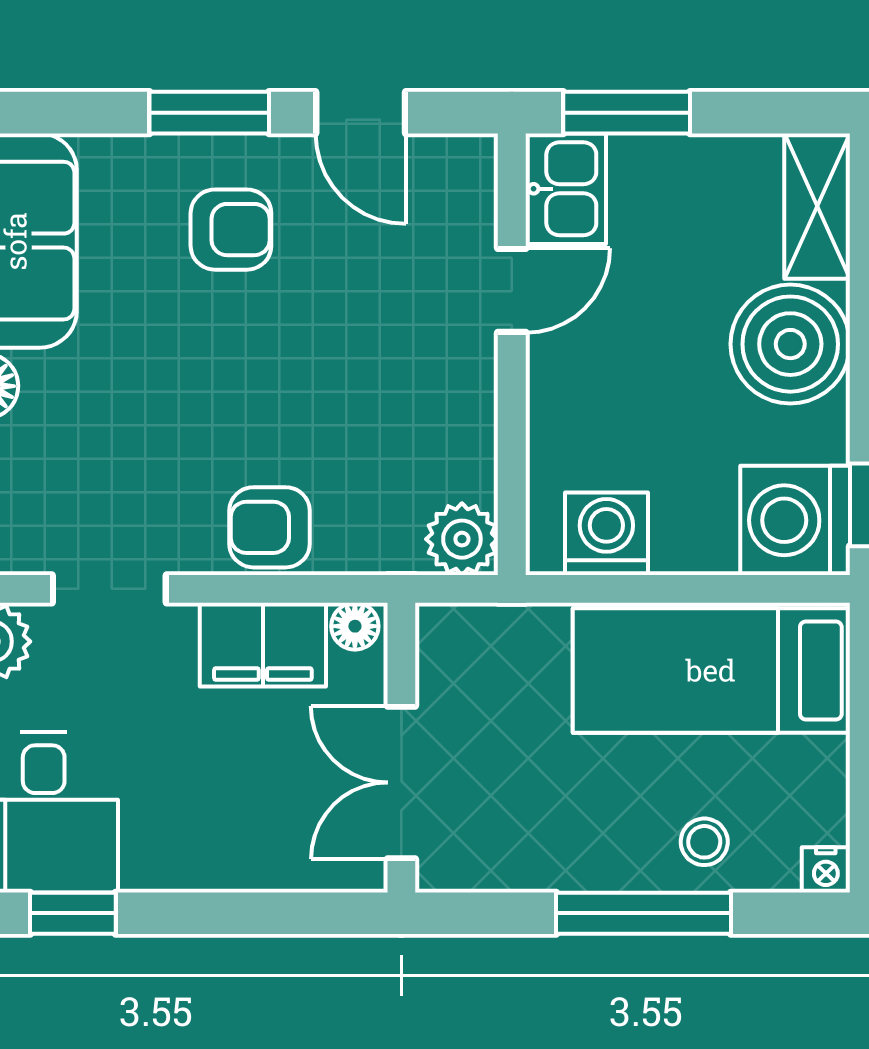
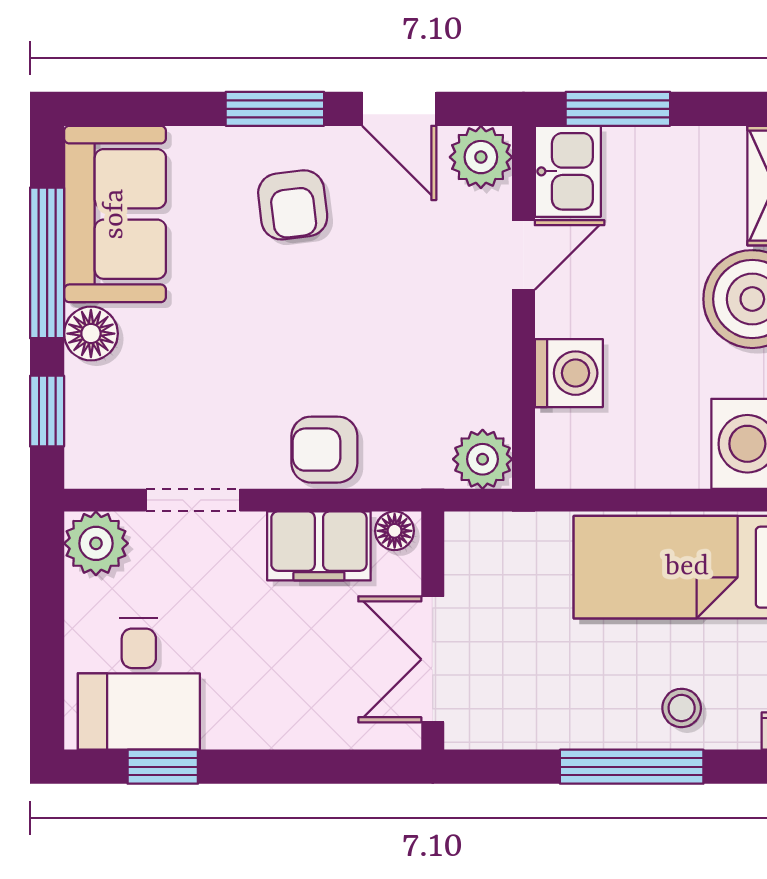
plant: (460, 171) -> (481, 157), added
armchair: (231, 230) -> (293, 205), turned 83
washing machine: (606, 534) -> (569, 373), moved, turned 90

